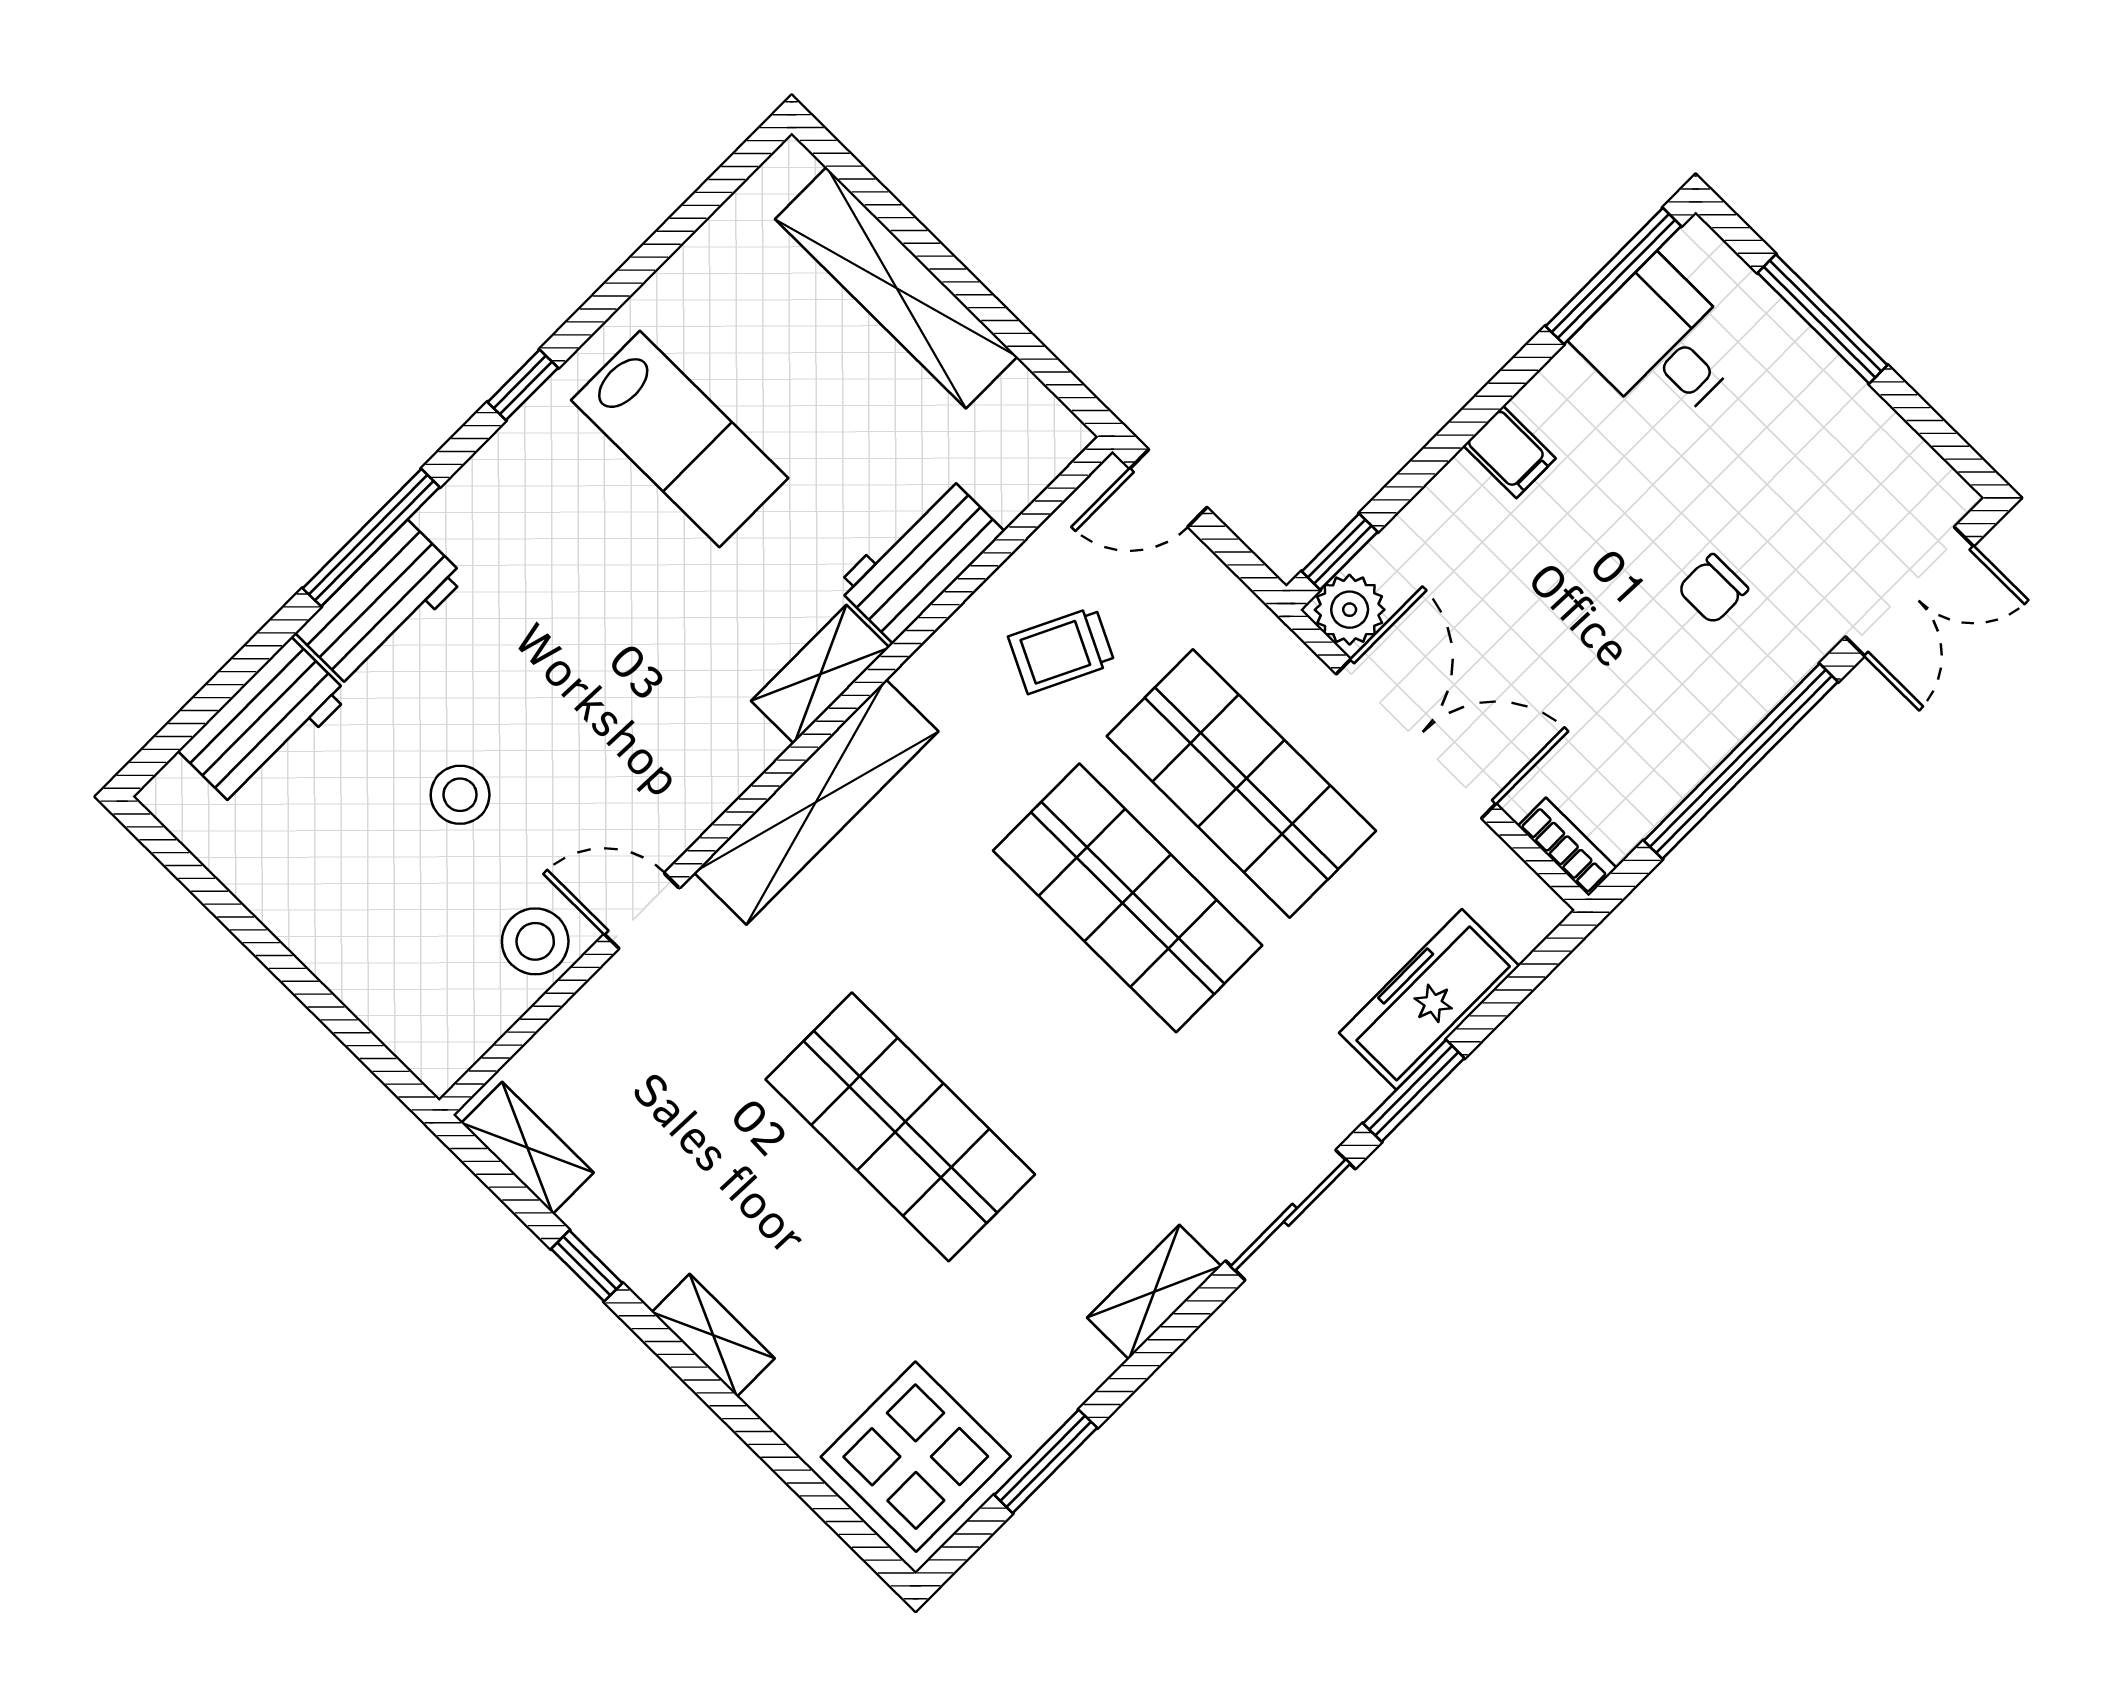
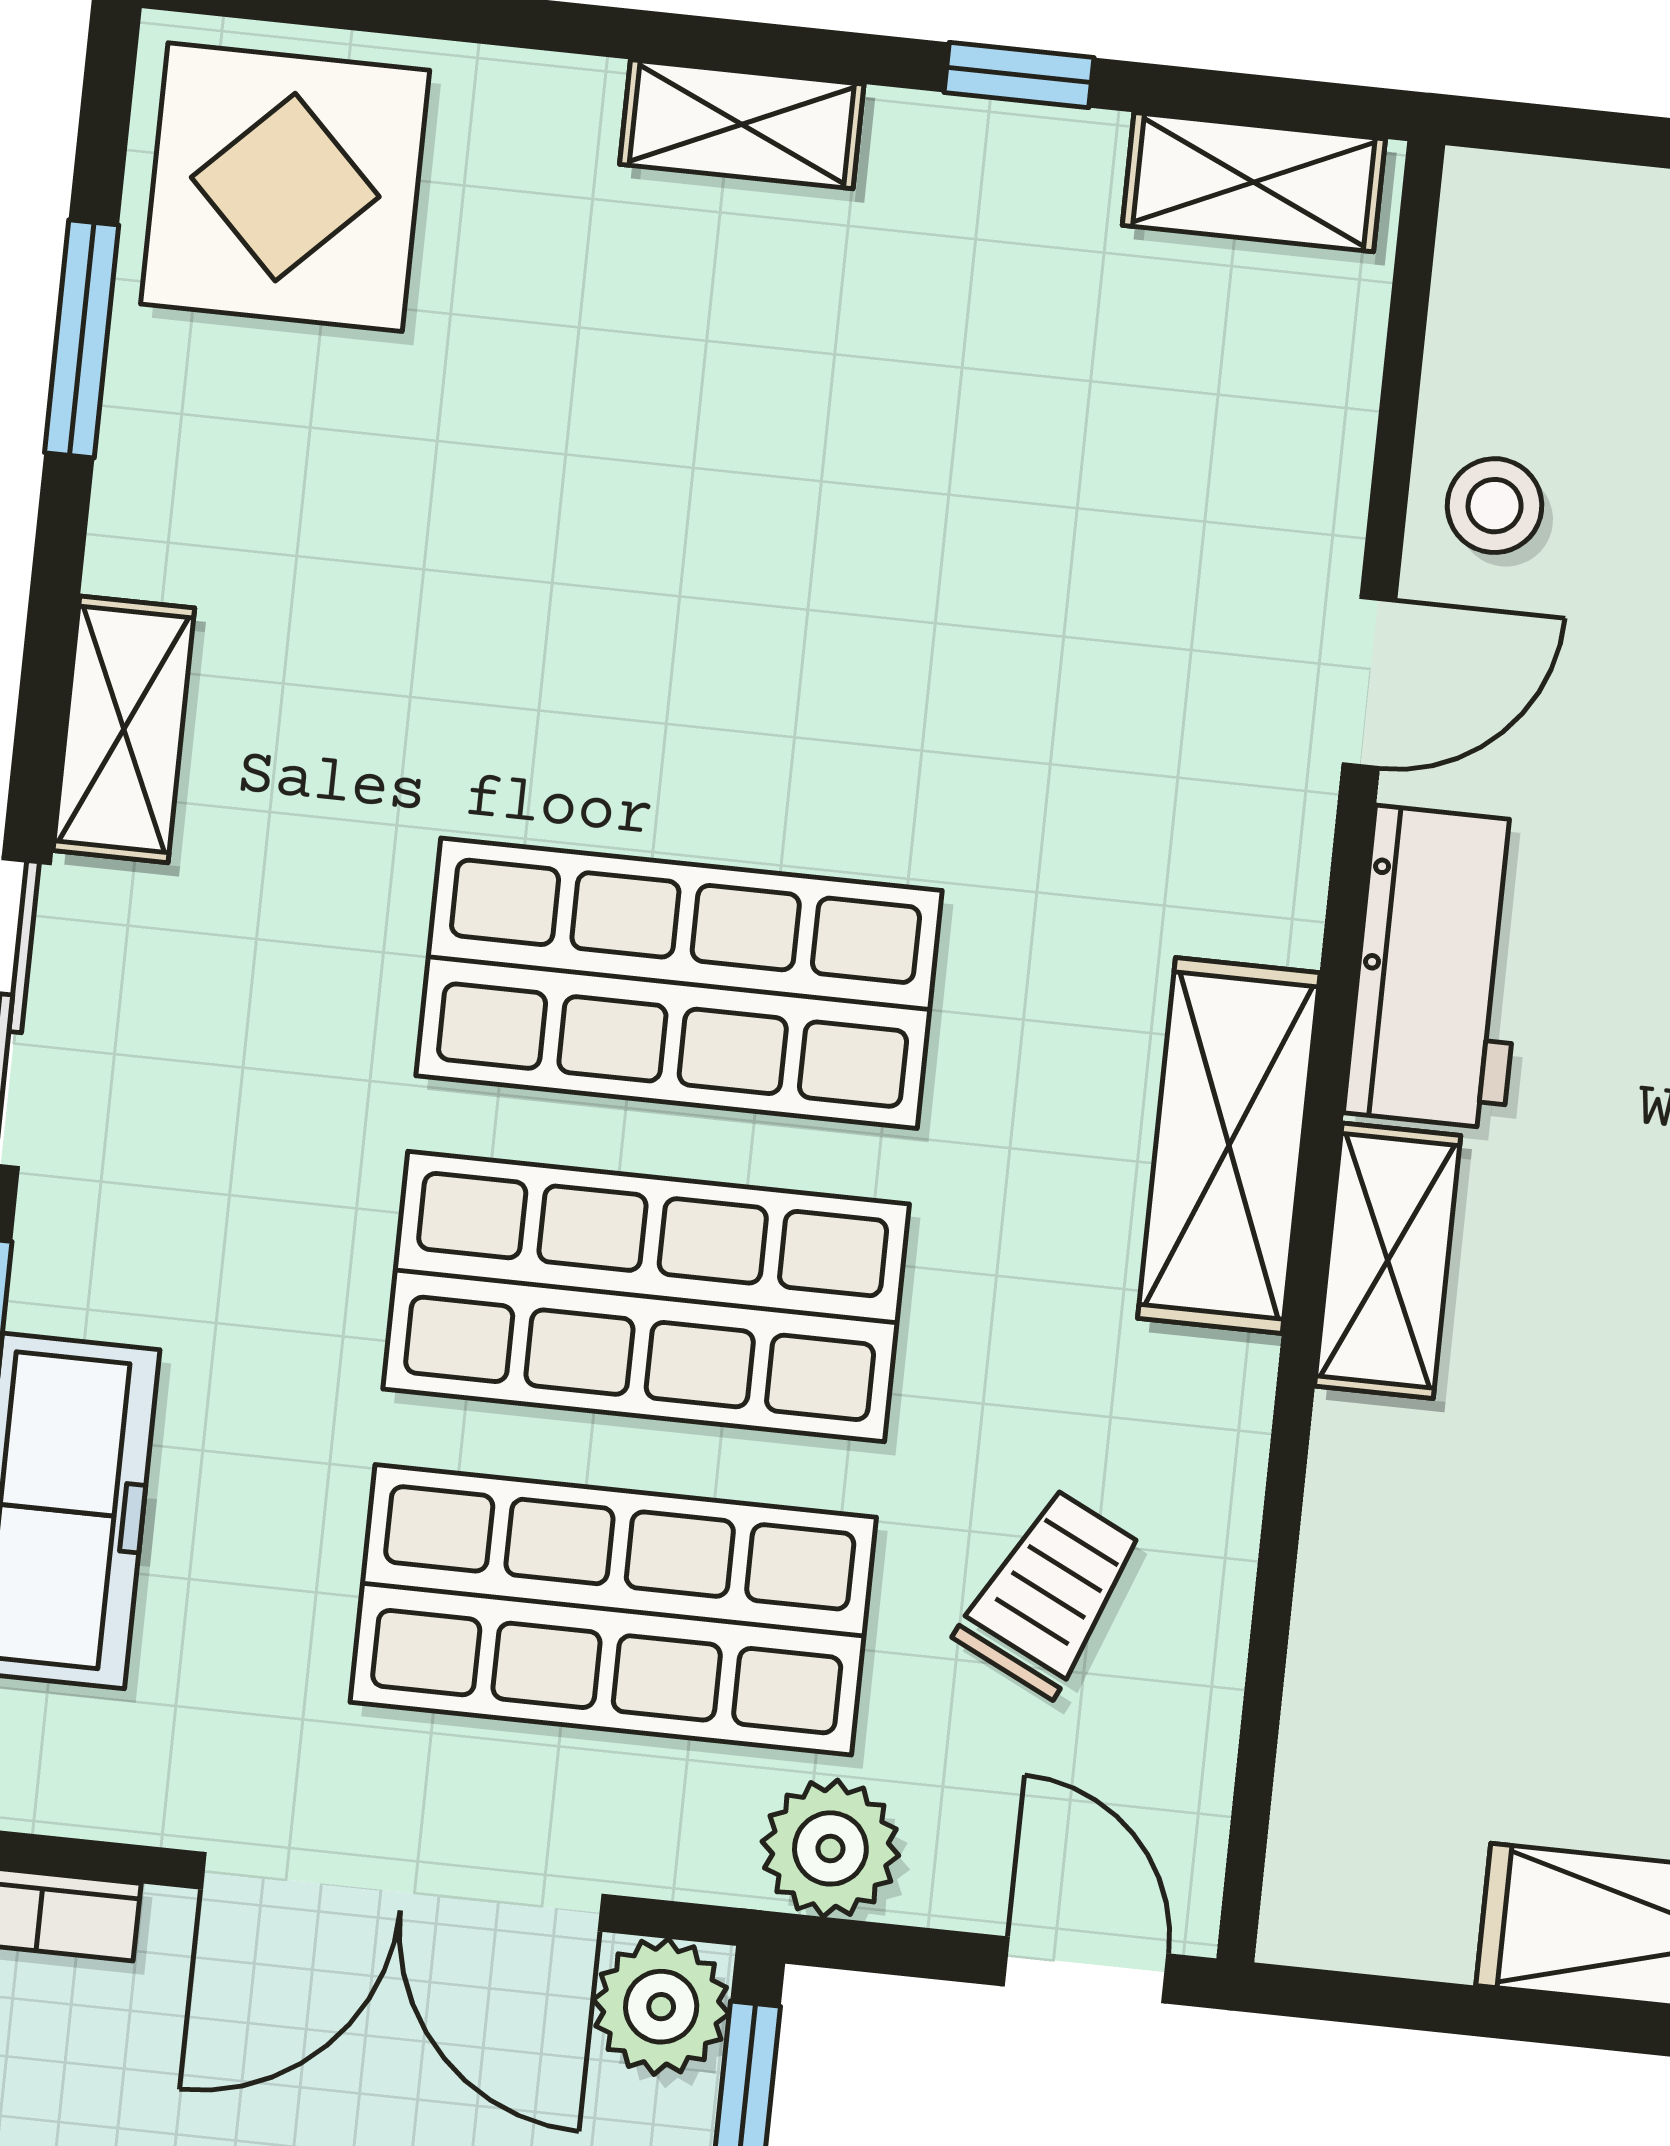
door: (1168, 488) -> (1086, 1970), hinge flipped
workbench: (920, 559) -> (1439, 967), moved
plant: (1231, 618) -> (830, 1848), added
shelving: (816, 802) -> (1229, 1146), width x0.68
stool: (535, 941) -> (1495, 506), width x0.73, depth x0.73
shop shelf: (900, 1127) -> (679, 983), moved

